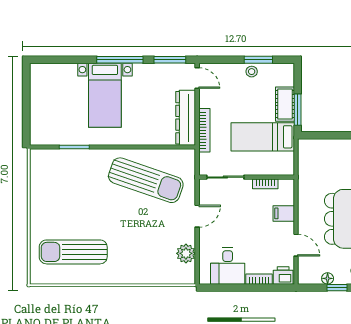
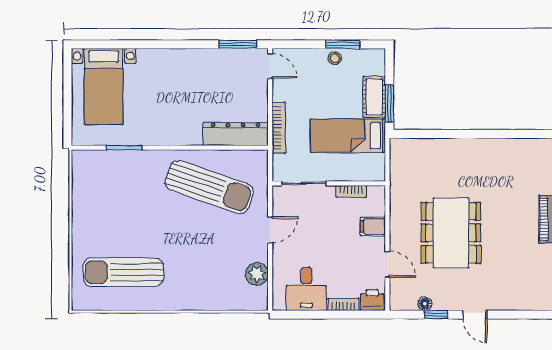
window: (120, 60) -> (178, 44), removed
bed with nightstands: (105, 95) -> (104, 86), moved
dresser: (186, 118) -> (236, 134), moved, turned 90

